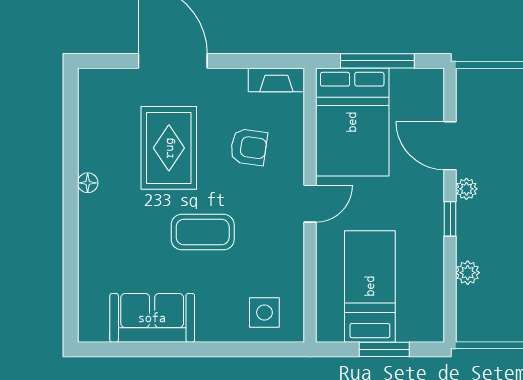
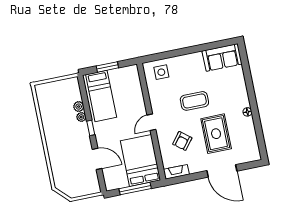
armchair: (249, 147) -> (182, 141), turned -60
plant: (466, 189) -> (81, 117), moved
bed: (370, 286) -> (101, 96), moved
sofa: (152, 318) -> (222, 57), moved

